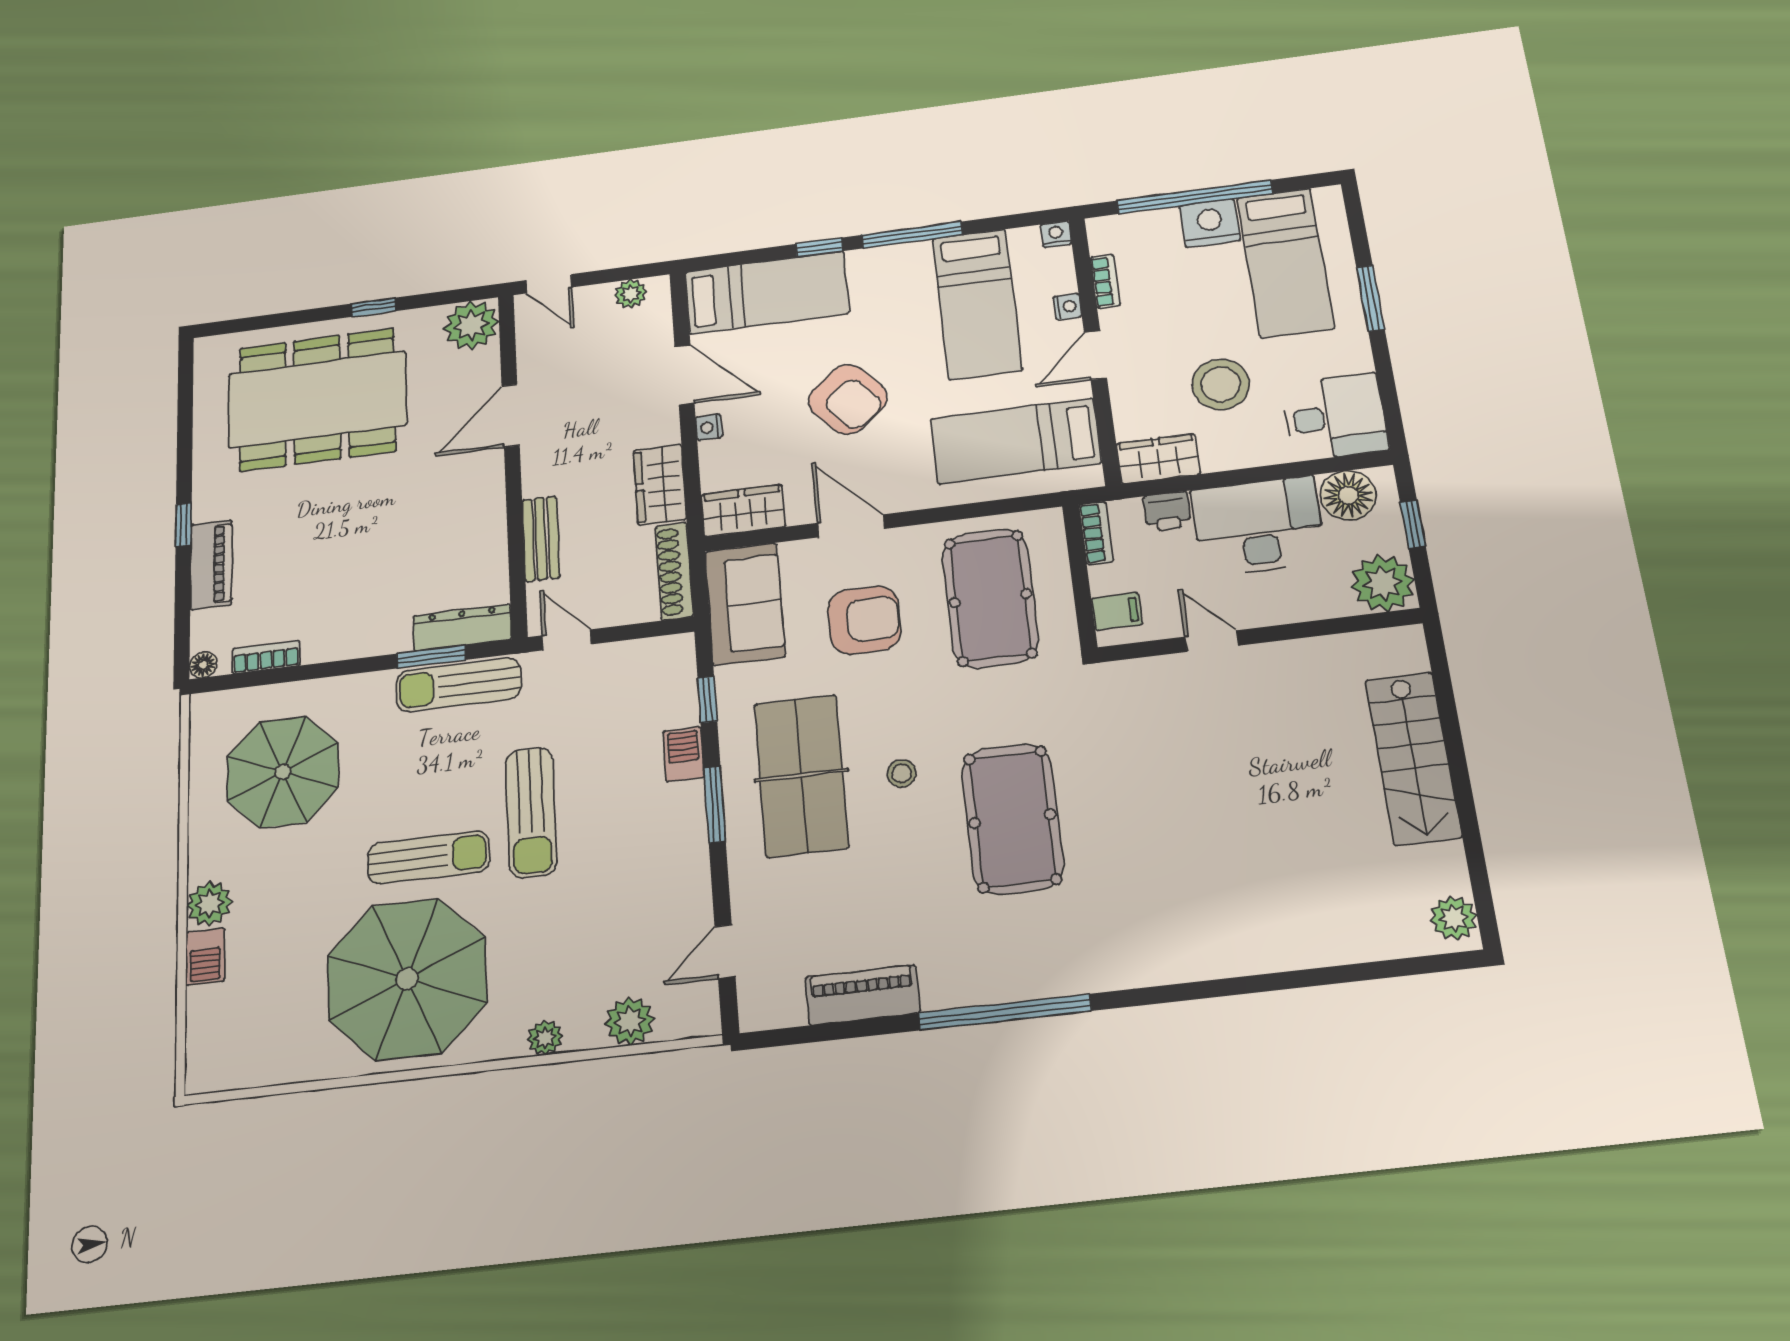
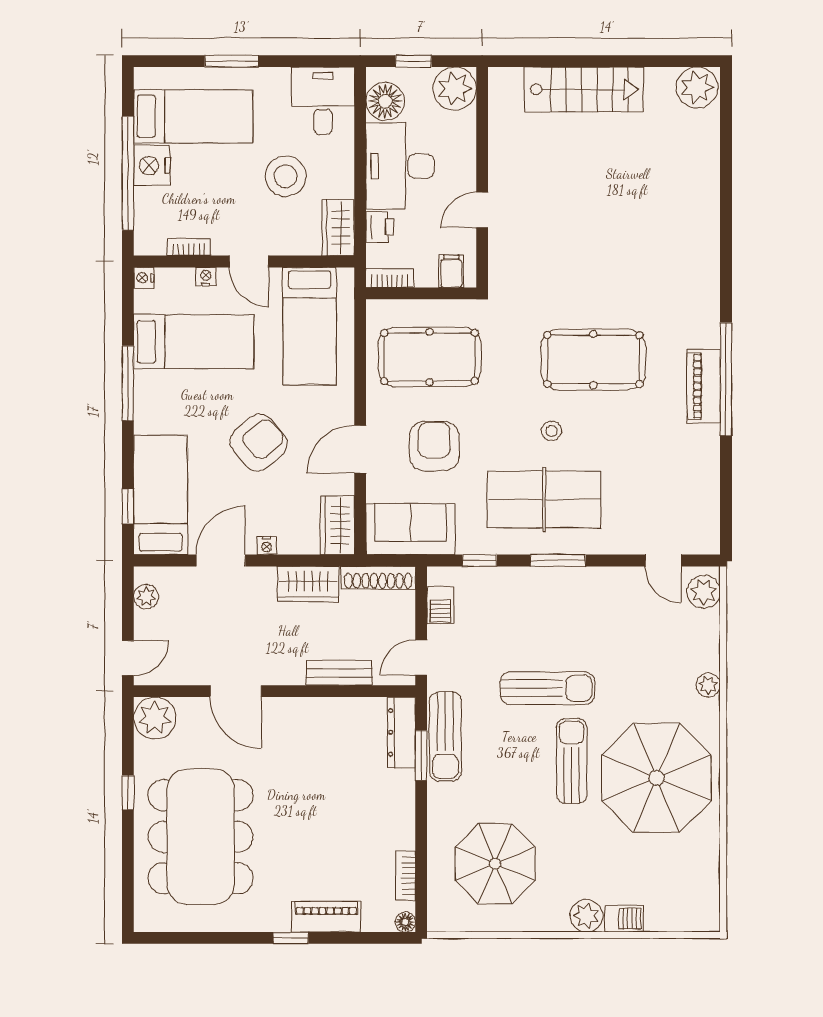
window: (819, 247) -> (128, 506), moved
barbecue: (683, 754) -> (440, 605), moved, turned -90
plant: (1454, 918) -> (697, 88), width x1.36, depth x1.36
piano: (862, 995) -> (704, 386), moved
plant: (630, 1021) -> (704, 592), moved

